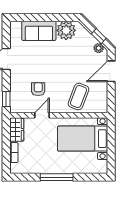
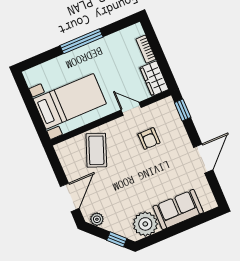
window: (99, 36) -> (117, 239), moved
door: (42, 115) -> (131, 109), swing flipped

